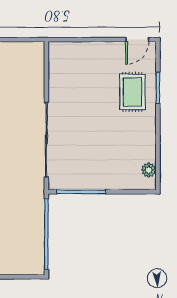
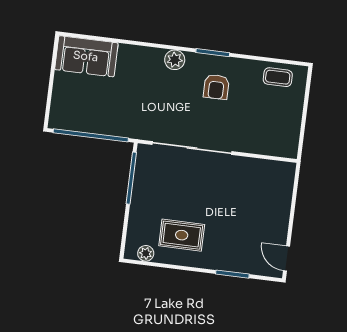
rug: (132, 92) -> (182, 235), moved

